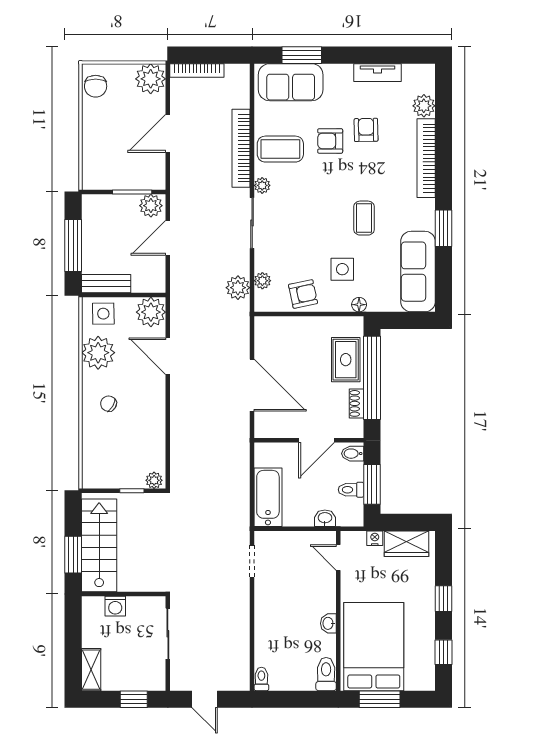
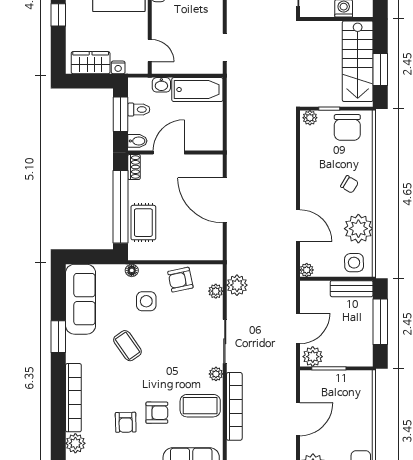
coffee table: (364, 218) -> (127, 346), turned -35
plant: (151, 312) -> (307, 270), width x0.53, depth x0.53
shoe rack: (356, 403) -> (134, 167), moved
chair: (111, 469) -> (347, 127), added
bathtub: (268, 497) -> (197, 90), moved, turned -90
window: (73, 555) -> (380, 69), moved

